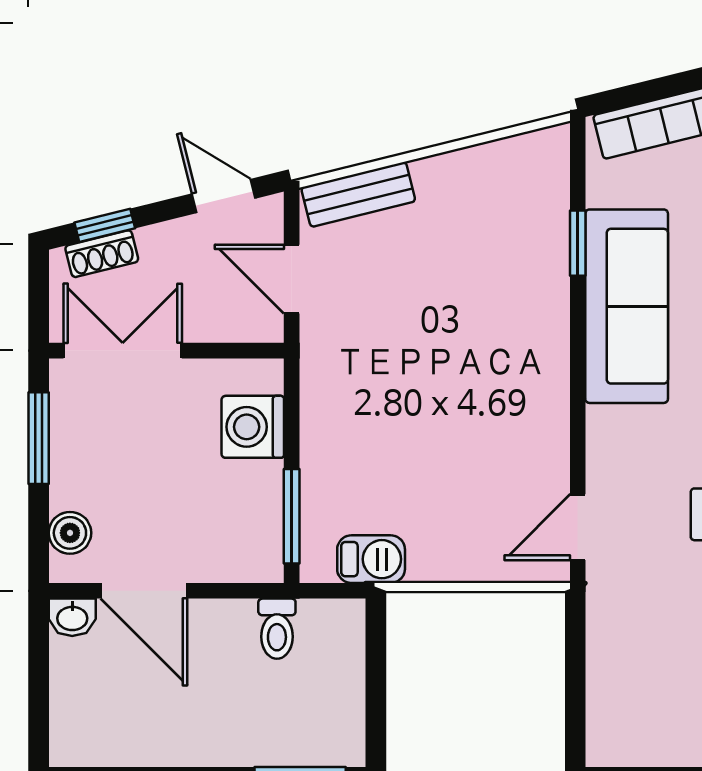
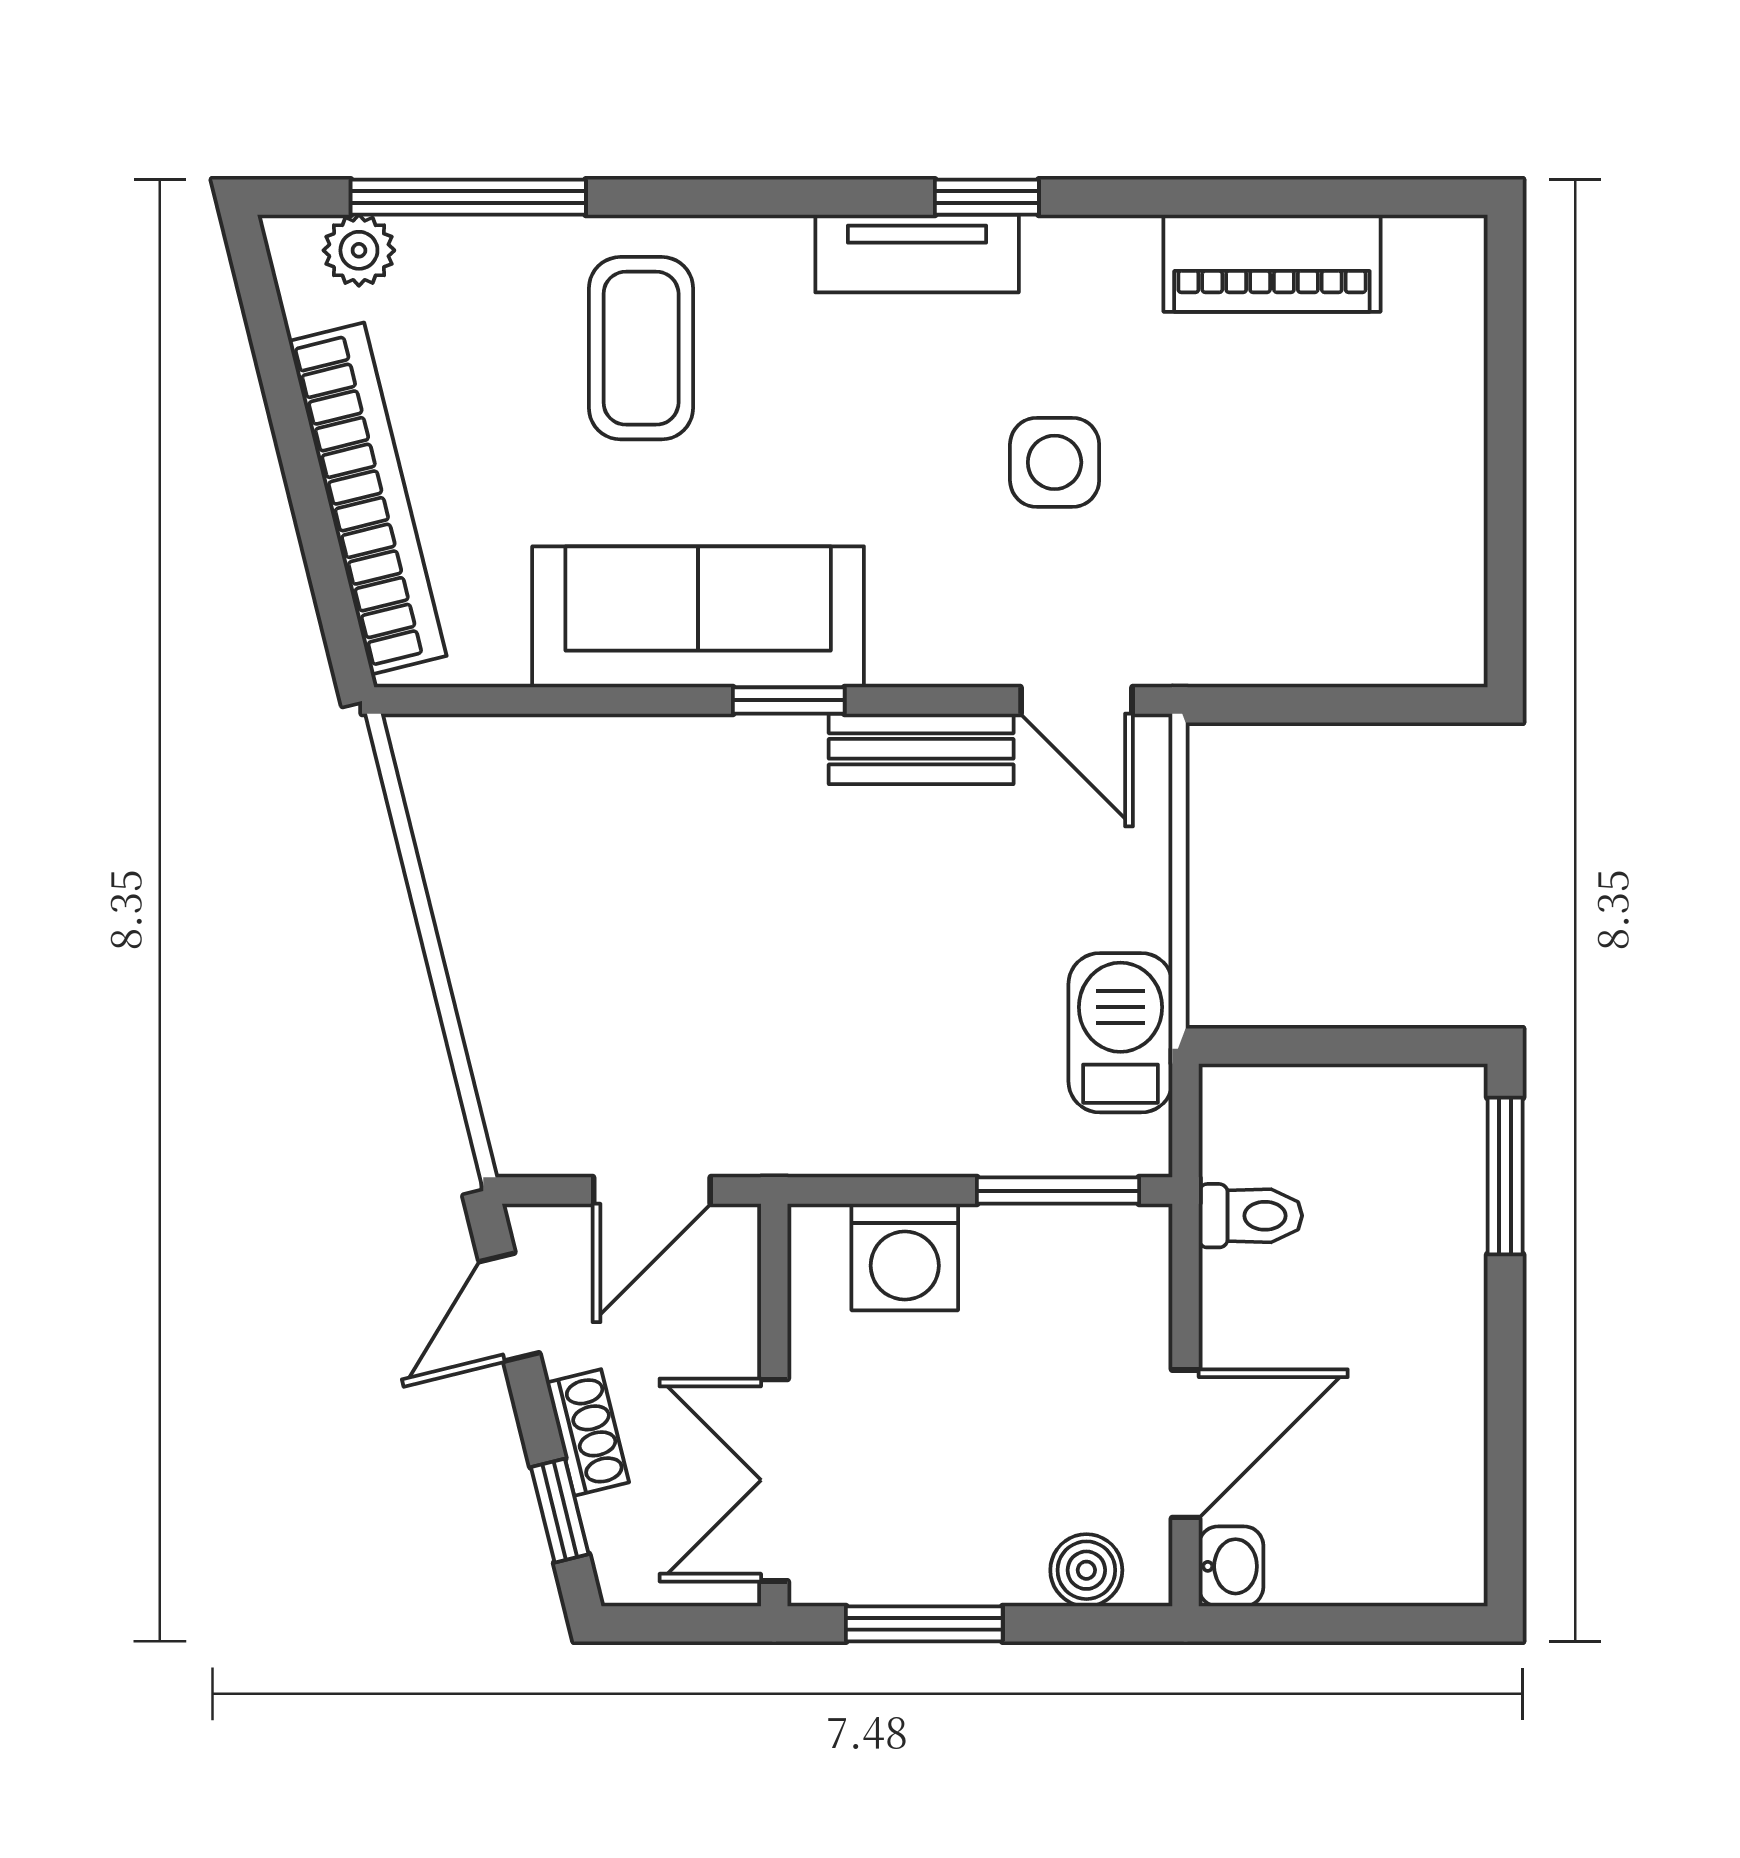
bench: (358, 194) -> (921, 749), moved, turned -76
window: (578, 243) -> (789, 700), moved
shoe rack: (102, 254) -> (588, 1432), moved
barbecue: (371, 559) -> (1120, 1033), width x1.38, depth x1.27

